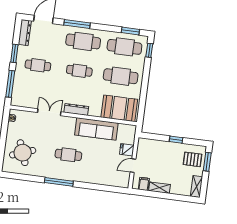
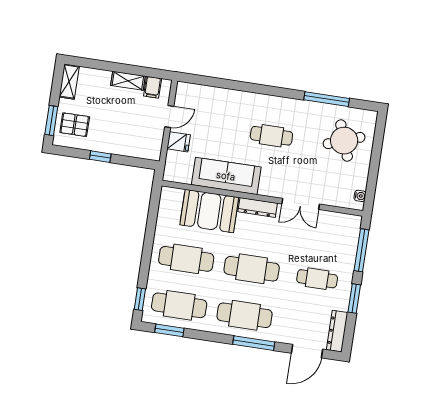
cafe table: (79, 71) -> (252, 269), width x1.37, depth x1.35
booth: (119, 108) -> (209, 211), moved
window: (59, 182) -> (327, 99), moved

